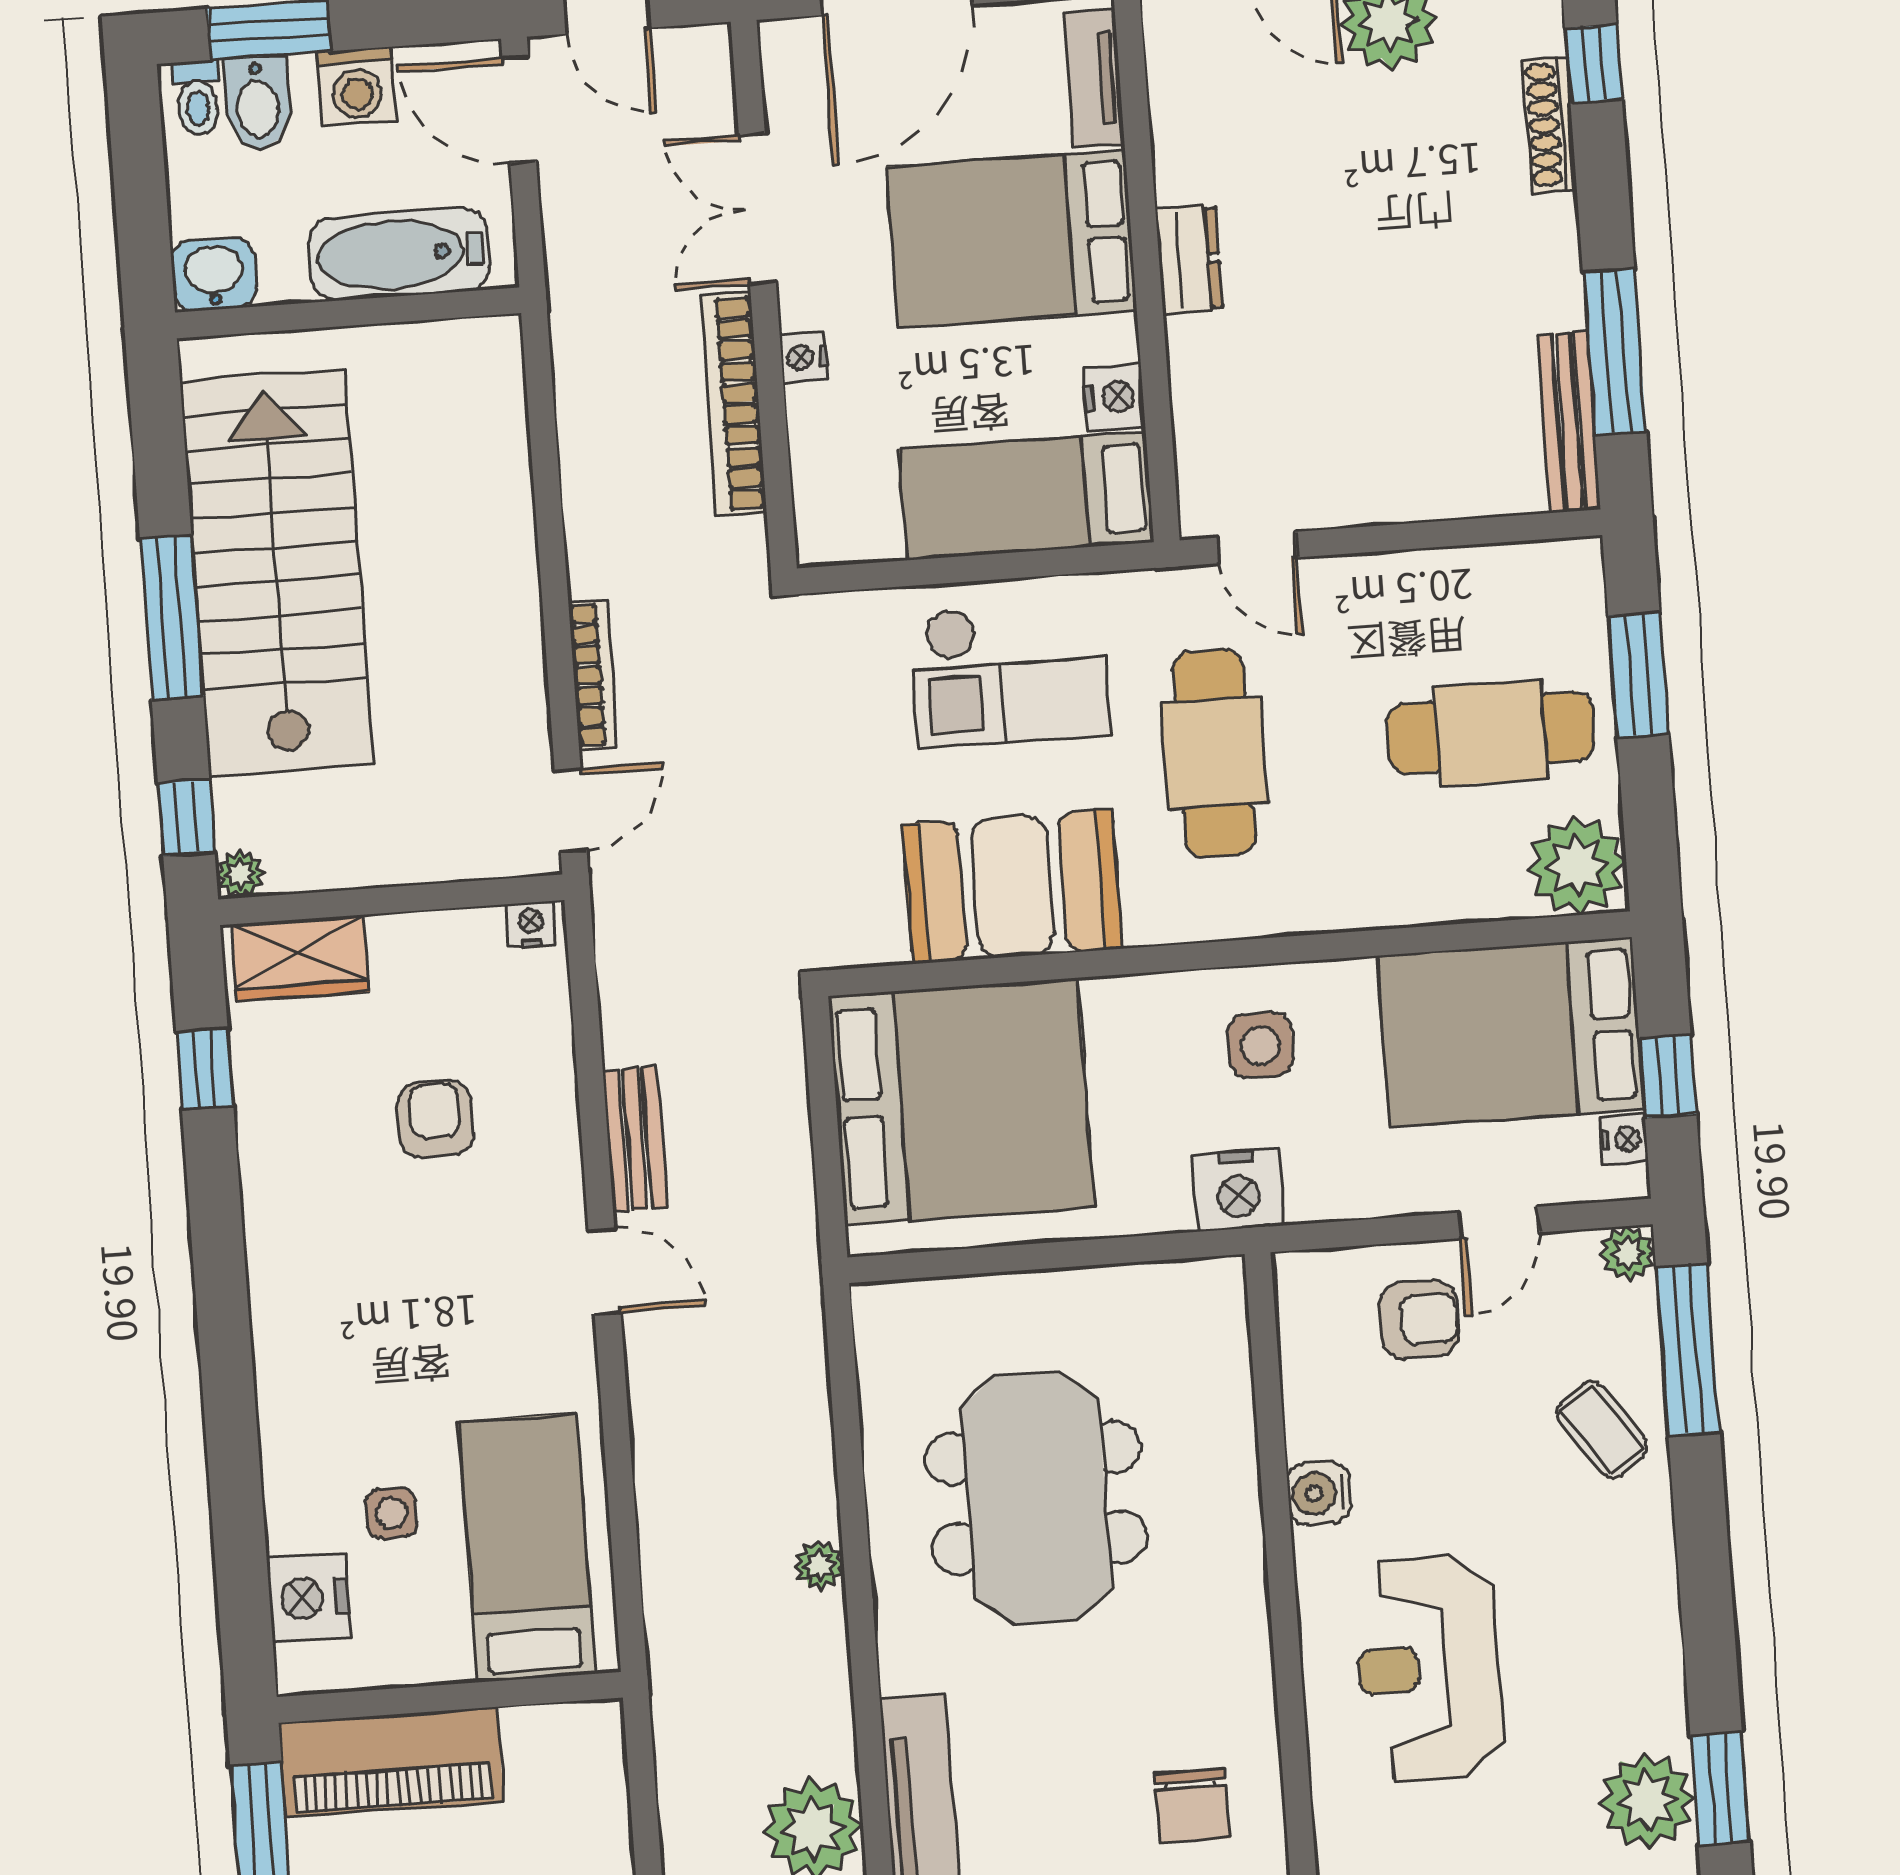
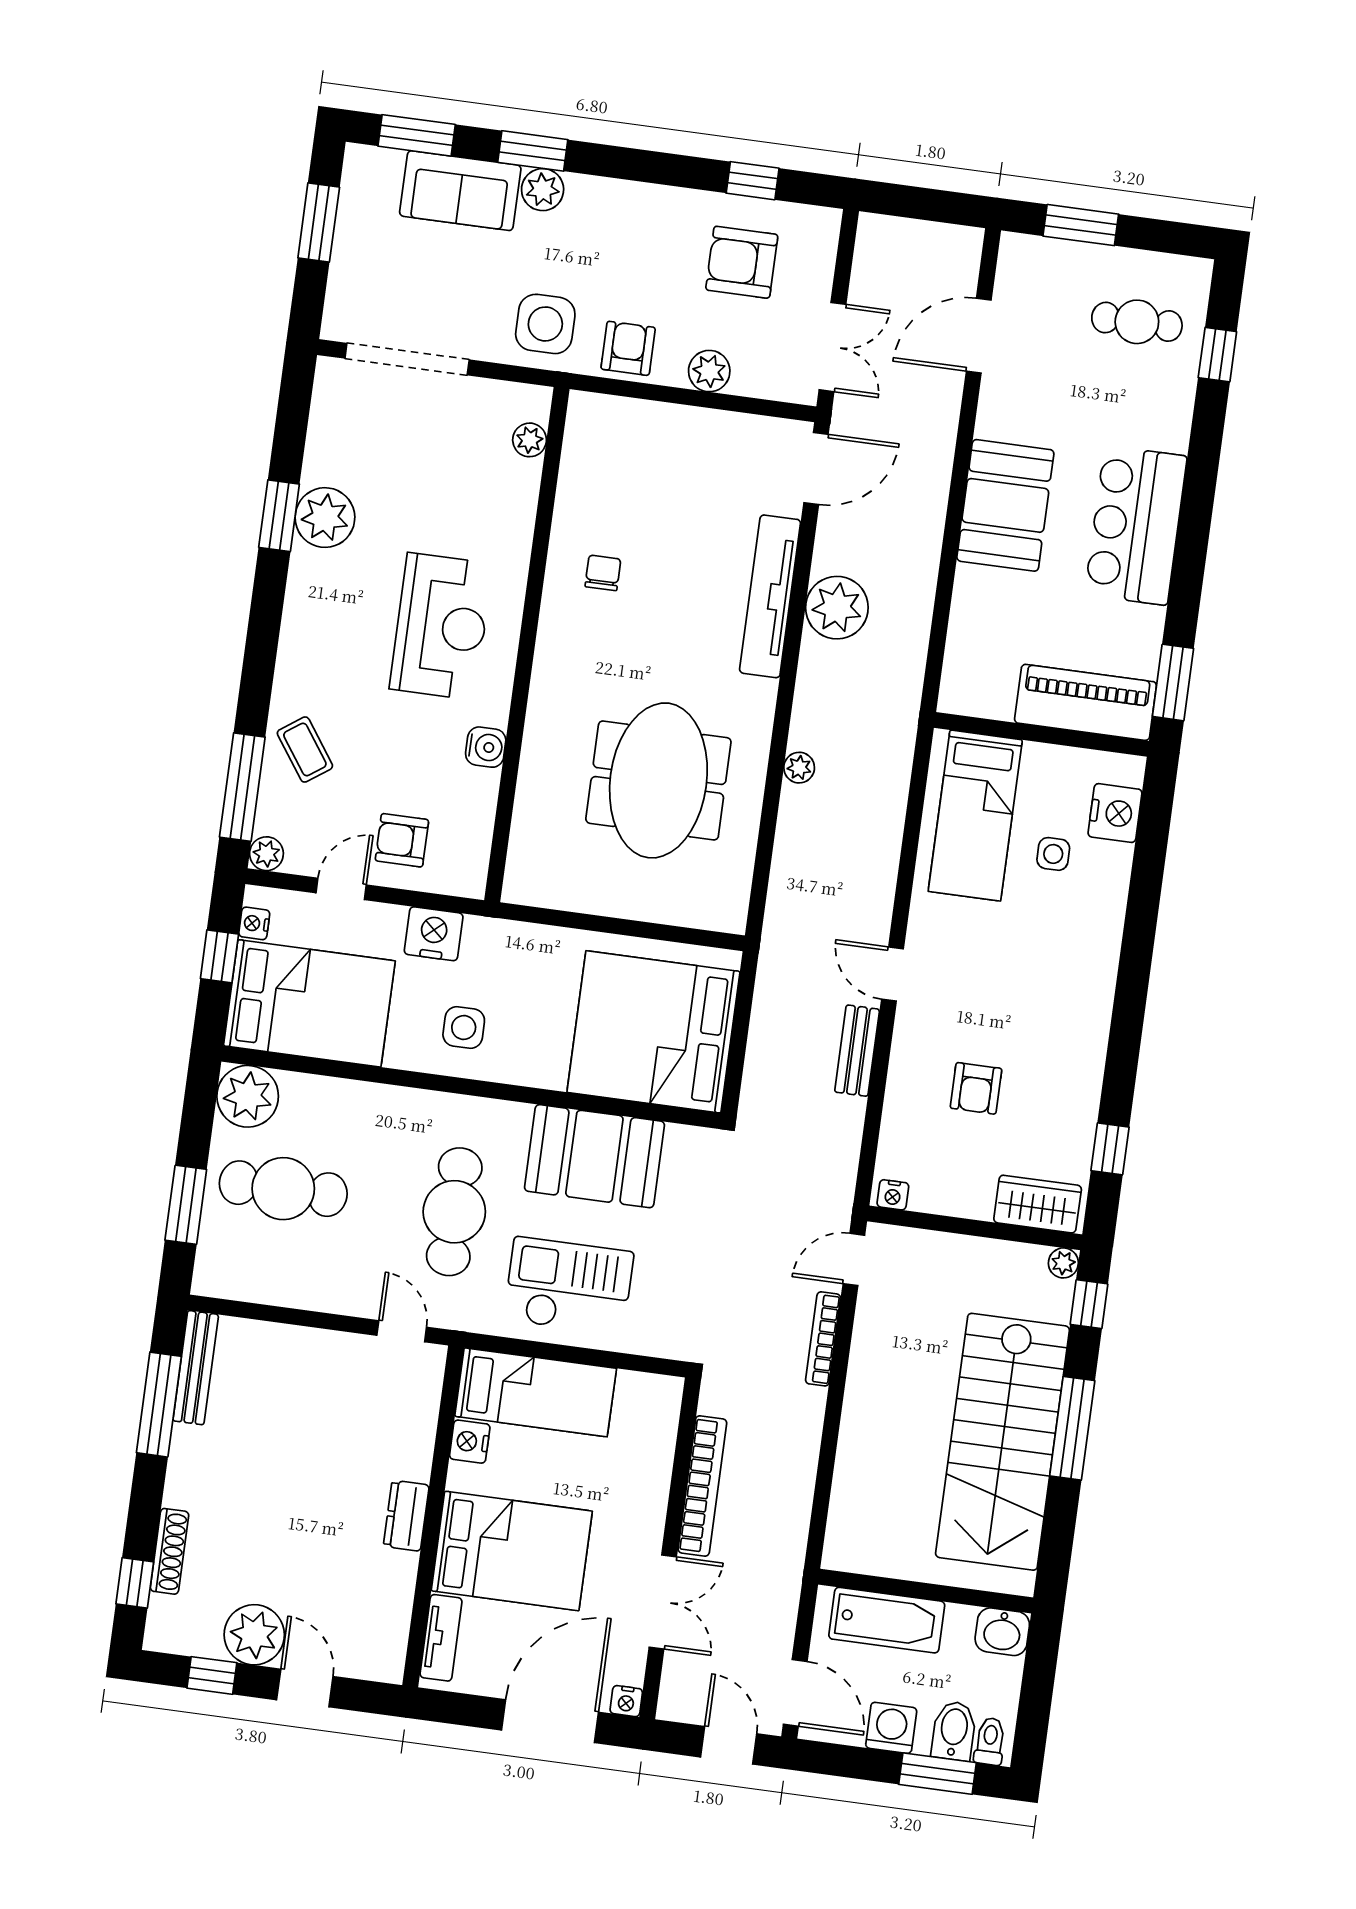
nightstand: (804, 357) -> (626, 1701), moved, turned 90
nightstand: (1238, 1190) -> (434, 934), moved
chair: (1192, 1806) -> (603, 573), width x0.73, depth x0.73

